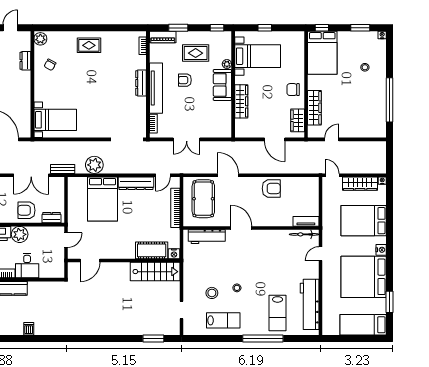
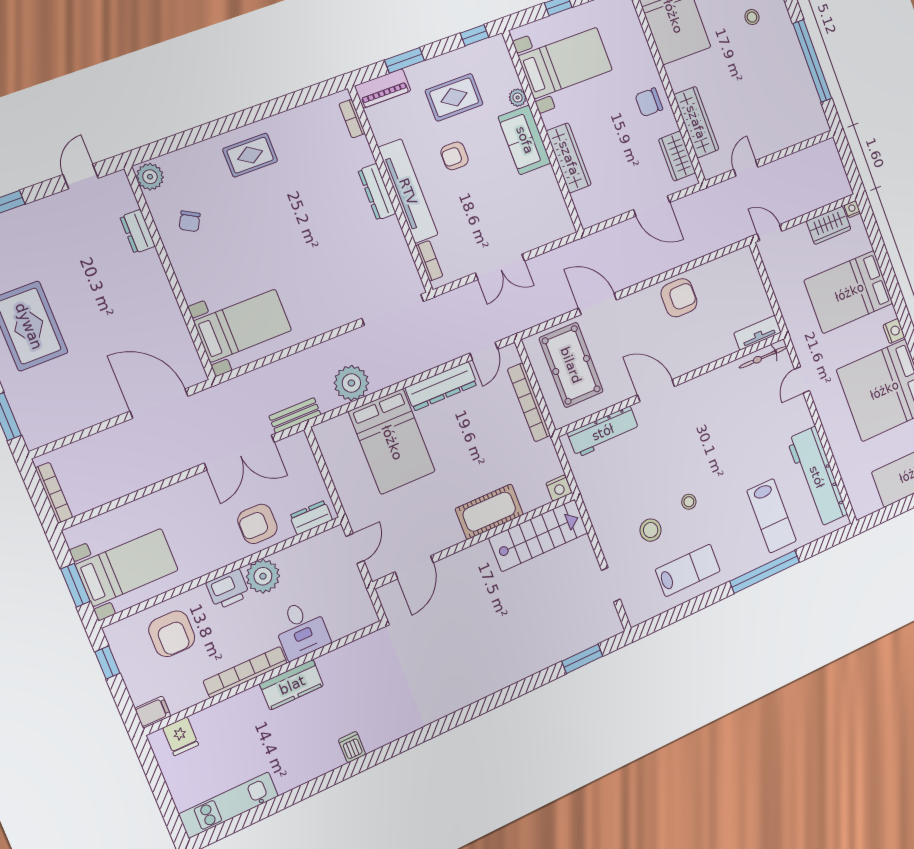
wardrobe: (360, 184) -> (829, 225), width x0.67
cot: (152, 250) -> (489, 512), moved

